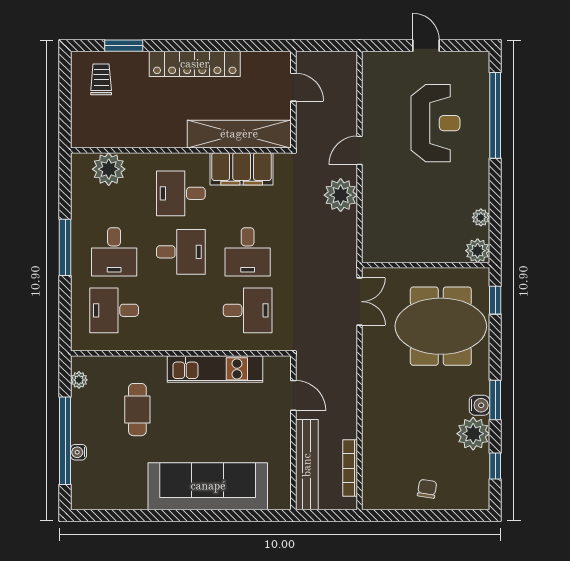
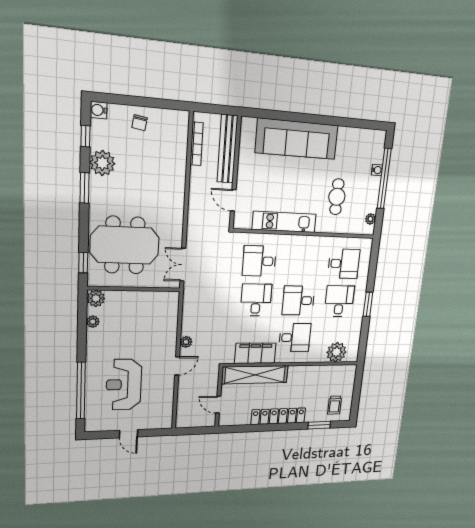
plant: (341, 195) -> (186, 342), width x0.53, depth x0.53
window: (65, 247) -> (368, 304), width x0.69
water cooler: (479, 405) -> (99, 110), moved

